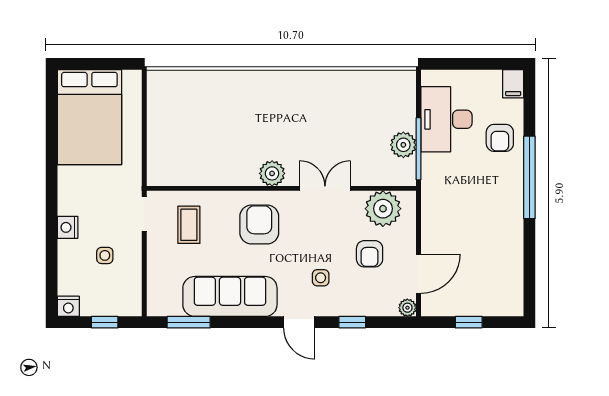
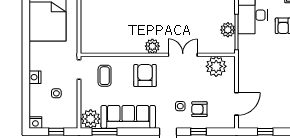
armchair: (370, 254) -> (199, 109), moved, turned 90
plant: (407, 308) -> (91, 119), moved, width x1.87, depth x1.87

